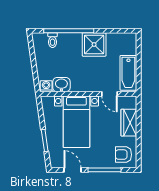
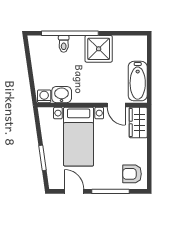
toilet: (53, 40) -> (64, 44), moved
wardrobe: (129, 123) -> (138, 123), moved

